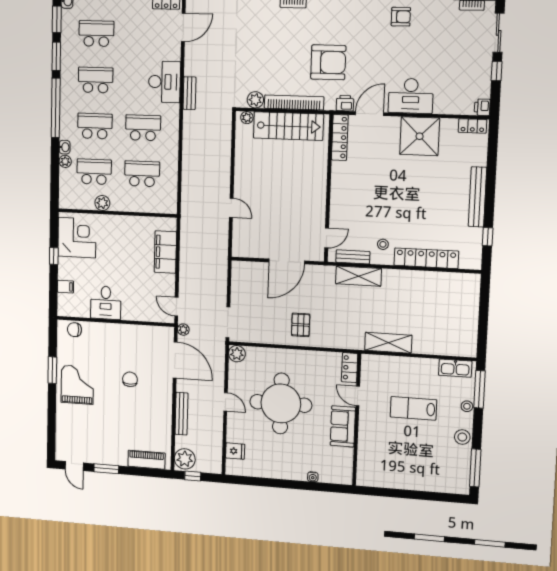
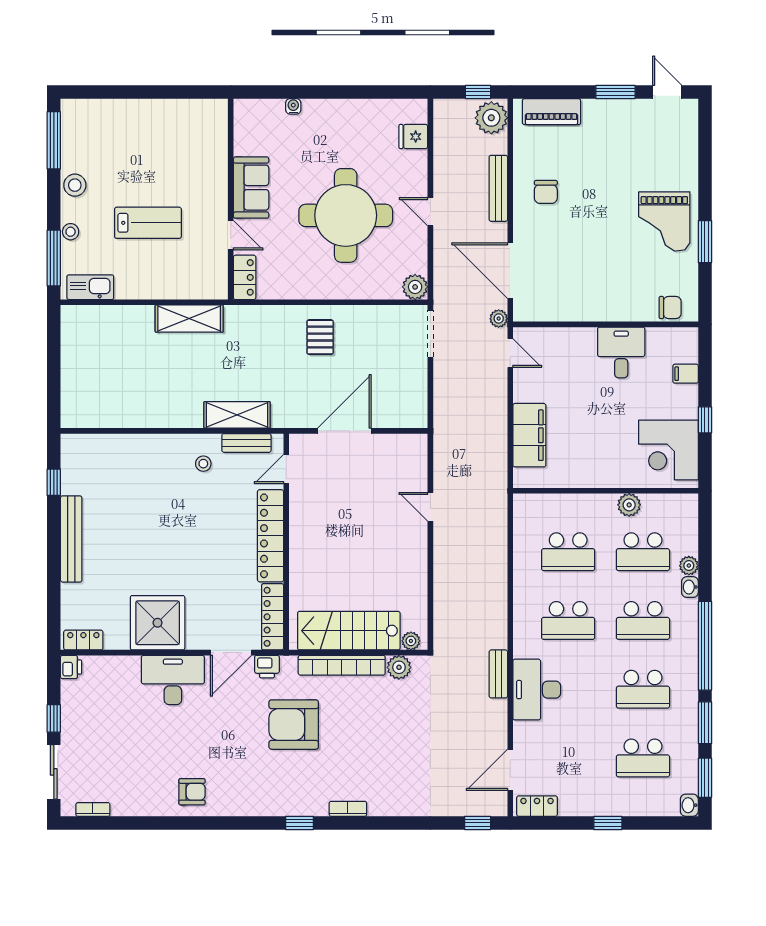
armchair: (401, 17) -> (192, 792), turned 180
locker: (426, 258) -> (271, 536), moved, turned 90
chair: (130, 379) -> (546, 192), moved

